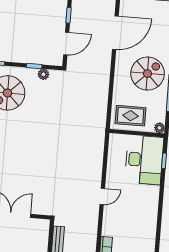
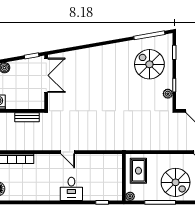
desk: (144, 160) -> (71, 189), moved, width x0.53, depth x0.77

